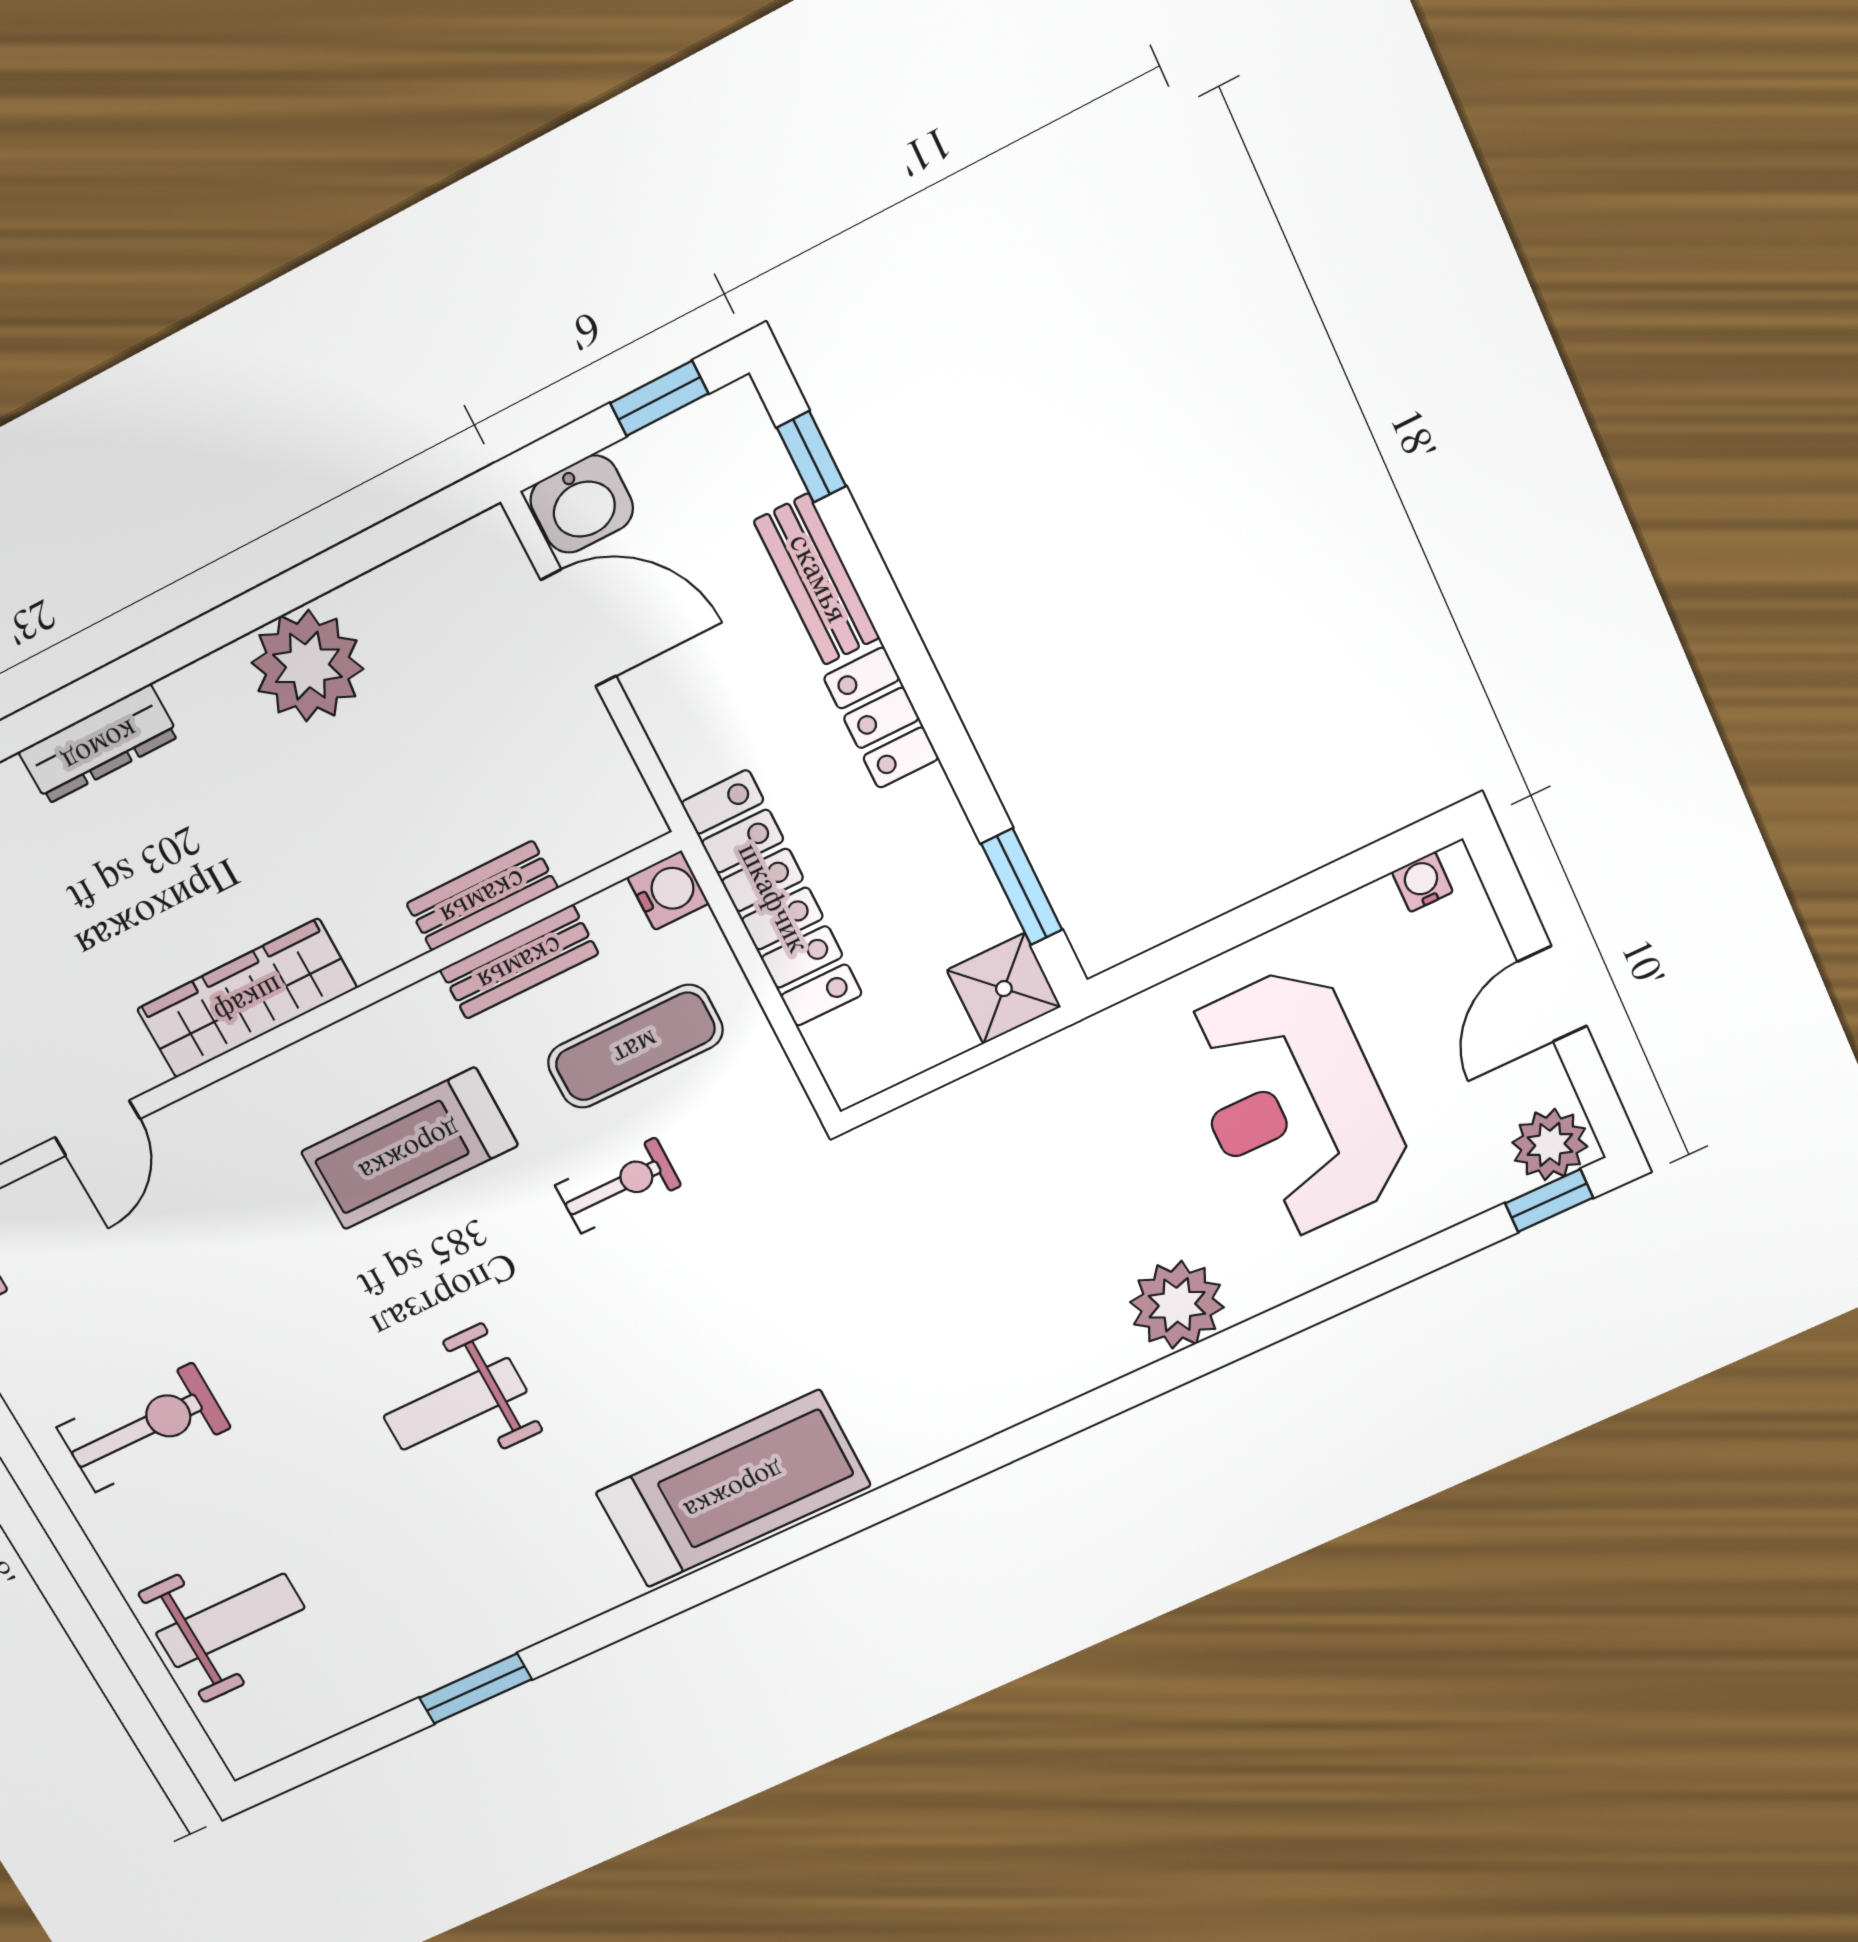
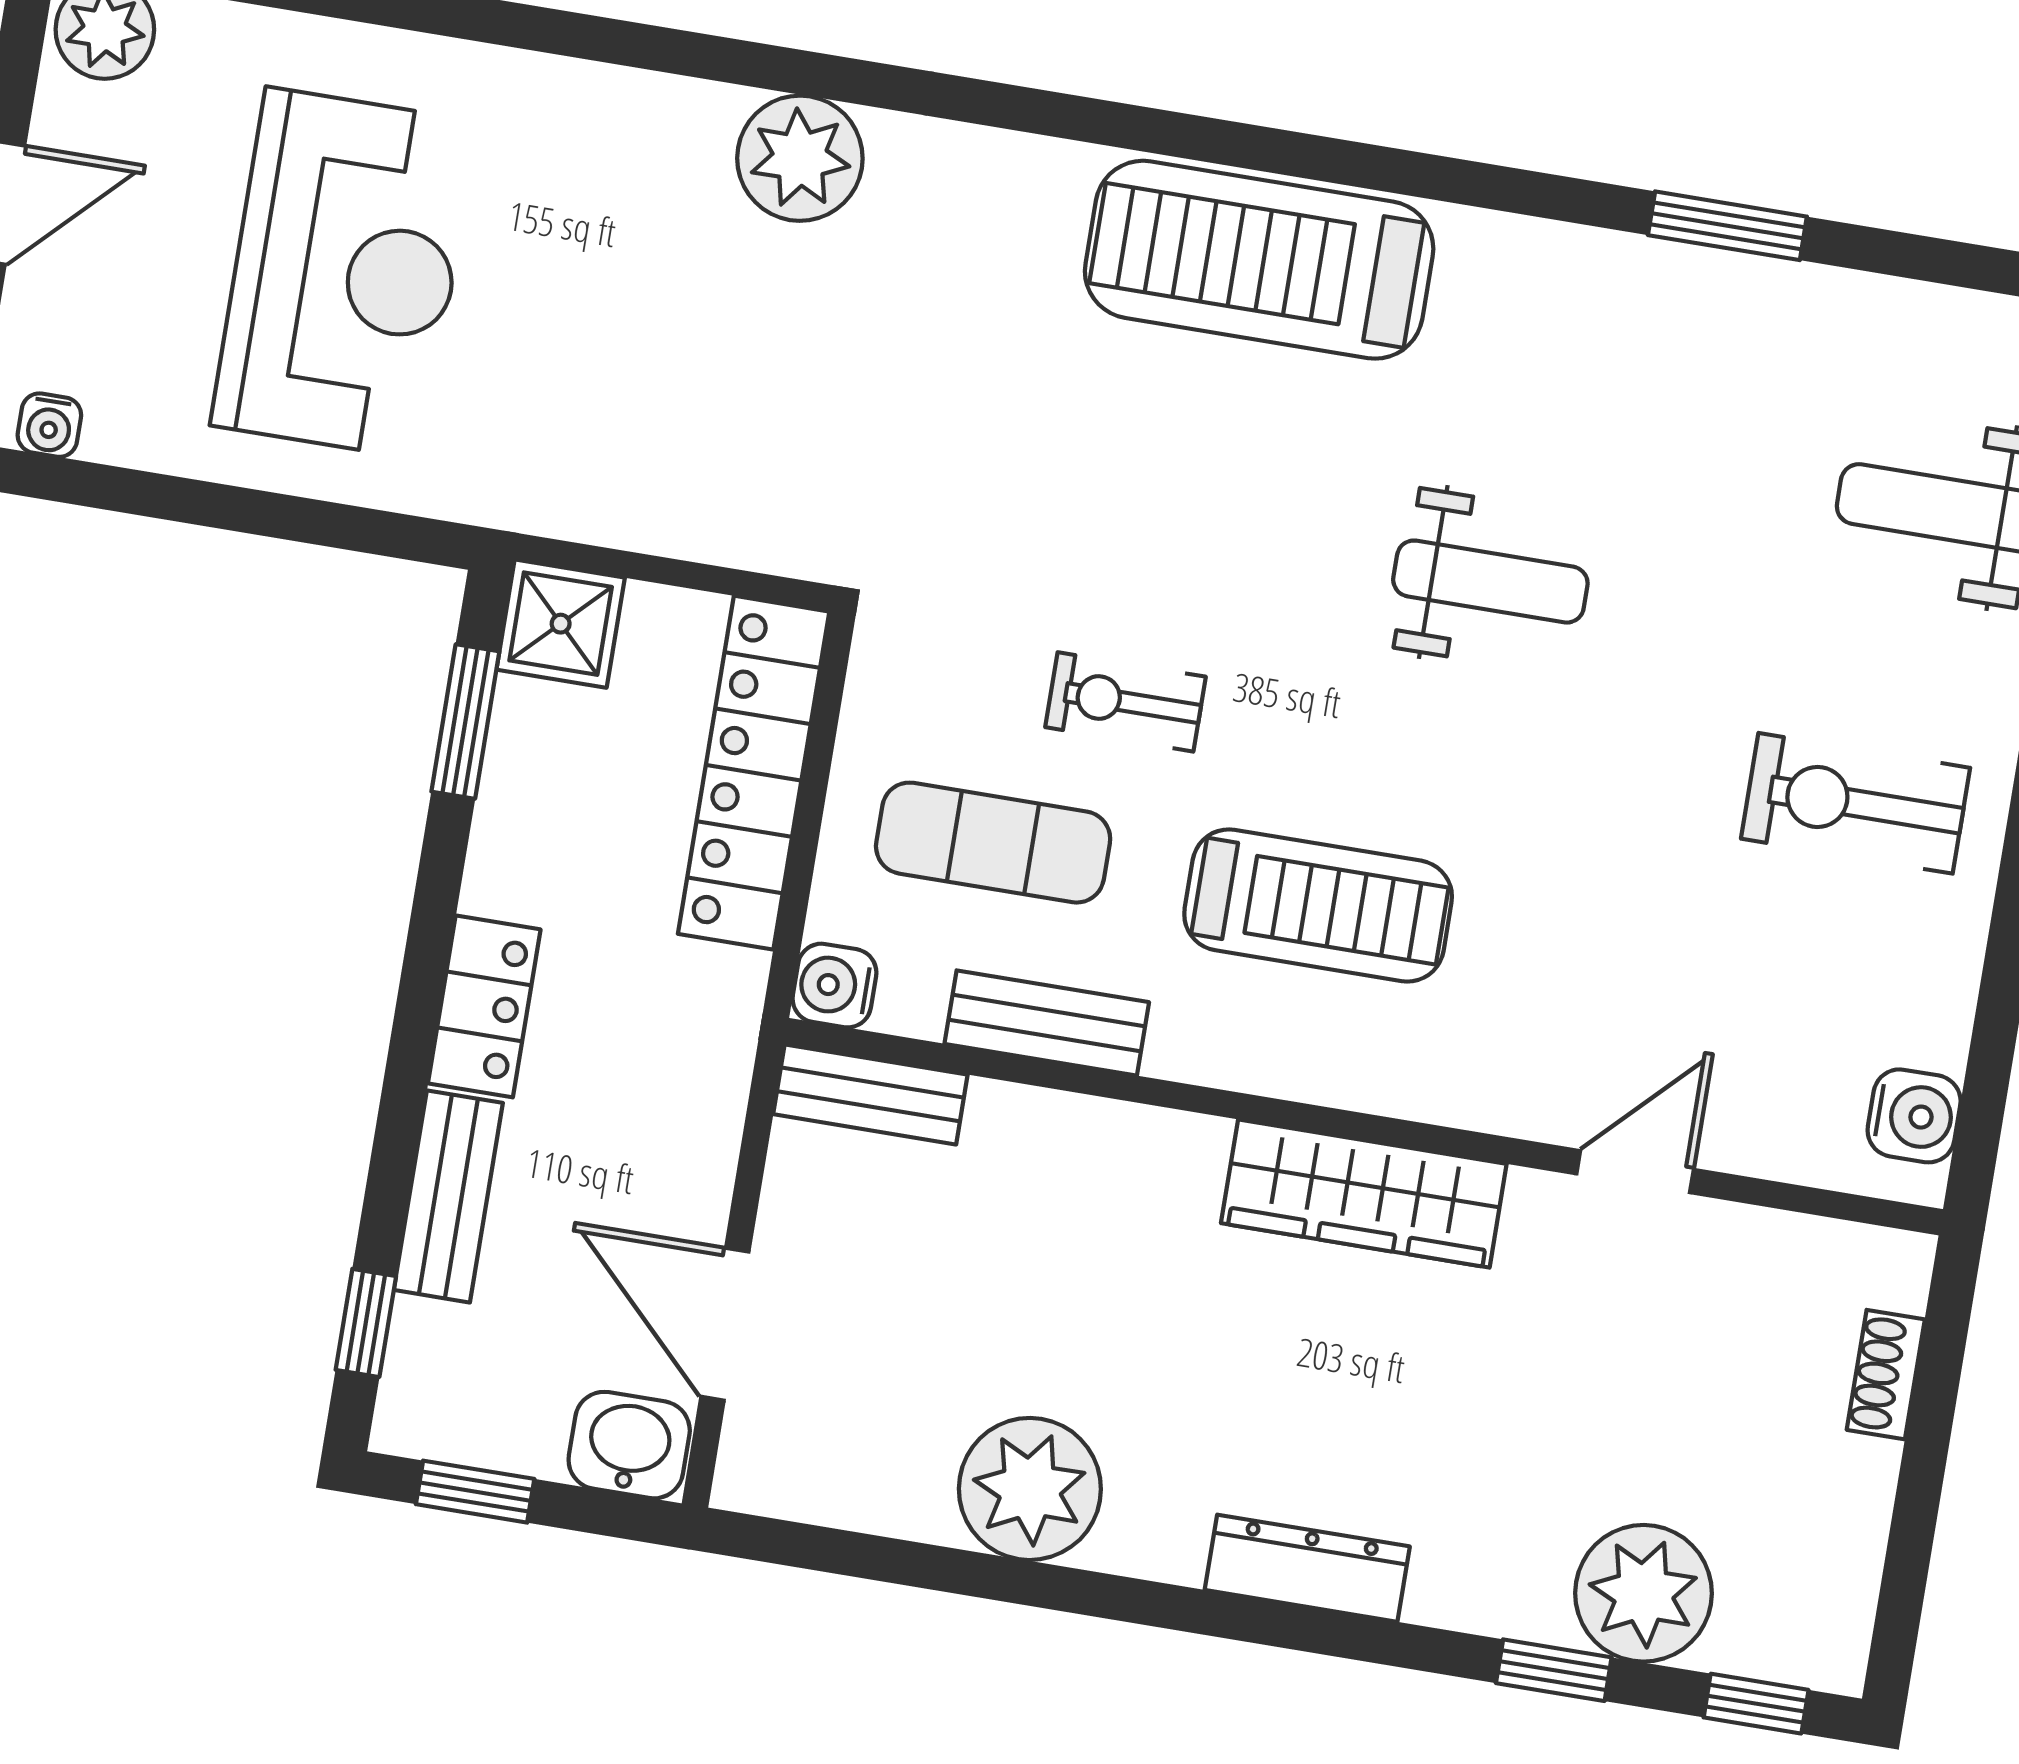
bench: (482, 896) -> (870, 1094), moved
locker: (772, 899) -> (754, 773), moved
plant: (1177, 1305) -> (800, 158), moved

